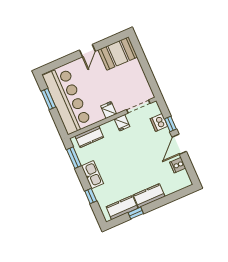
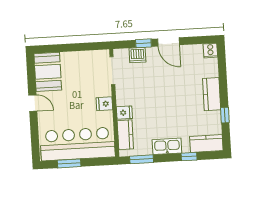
fridge: (122, 123) -> (124, 113), moved
cooker: (178, 165) -> (210, 51), moved
kitchen counter: (122, 208) -> (206, 144), moved, turned 90

